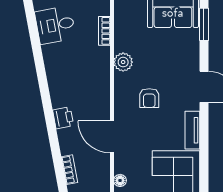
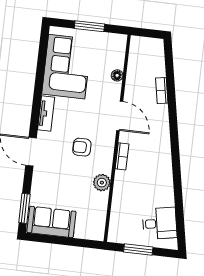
bookcase: (104, 31) -> (122, 156), moved
armchair: (149, 98) -> (82, 147), turned -90
printer: (63, 118) -> (162, 138), removed

